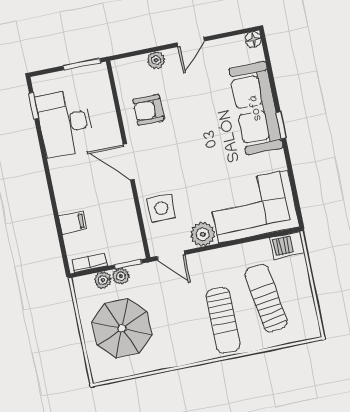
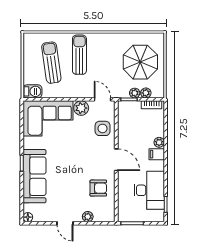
door: (191, 42) -> (65, 223), swing flipped
plant: (65, 204) -> (159, 142), added
filing cabinet: (73, 223) -> (157, 154), moved
sun lounger: (266, 298) -> (51, 63), turned 180

